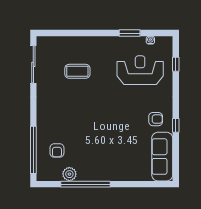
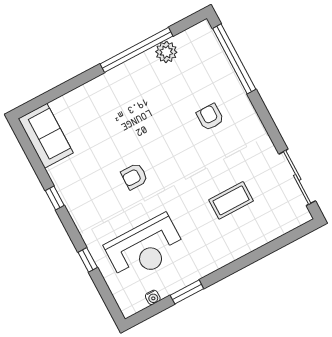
window: (176, 64) -> (88, 260), moved
armchair: (156, 119) -> (134, 176), moved
armchair: (57, 150) -> (210, 117), moved
sofa: (162, 157) -> (46, 136), width x0.73

